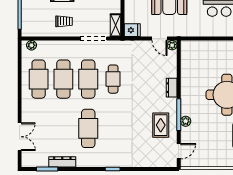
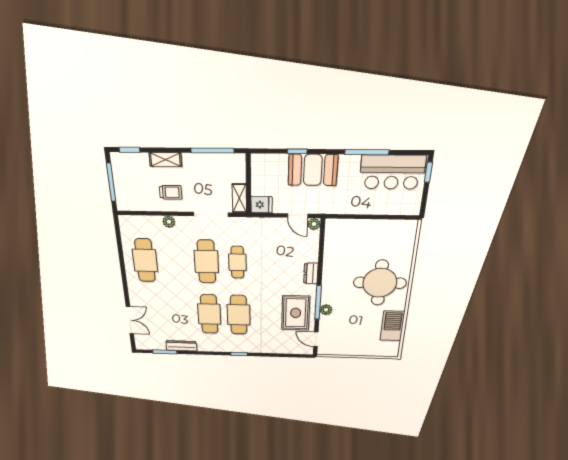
plant: (32, 45) -> (169, 222), moved
cafe table: (63, 79) -> (239, 315), moved
rug: (161, 125) -> (296, 313), width x1.36, depth x1.43
door: (179, 151) -> (316, 339), swing flipped

